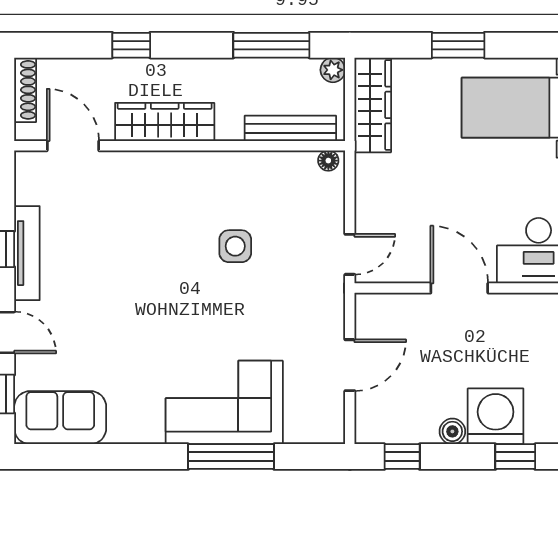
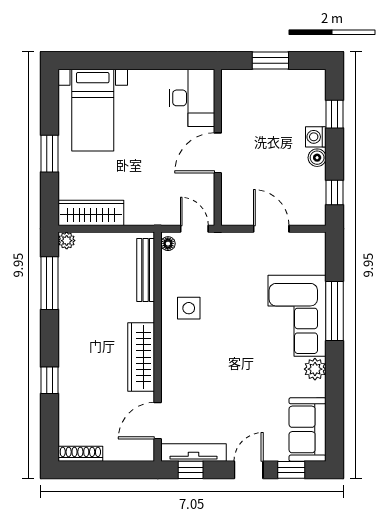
wardrobe: (165, 122) -> (141, 357), moved
bench: (290, 128) -> (146, 270), moved
door: (73, 146) -> (158, 421), moved
wall: (180, 146) -> (158, 347), moved
floor lamp: (328, 161) -> (168, 244), moved
washing machine: (496, 416) -> (316, 137), width x0.53, depth x0.53
plant: (147, 428) -> (315, 369), added

